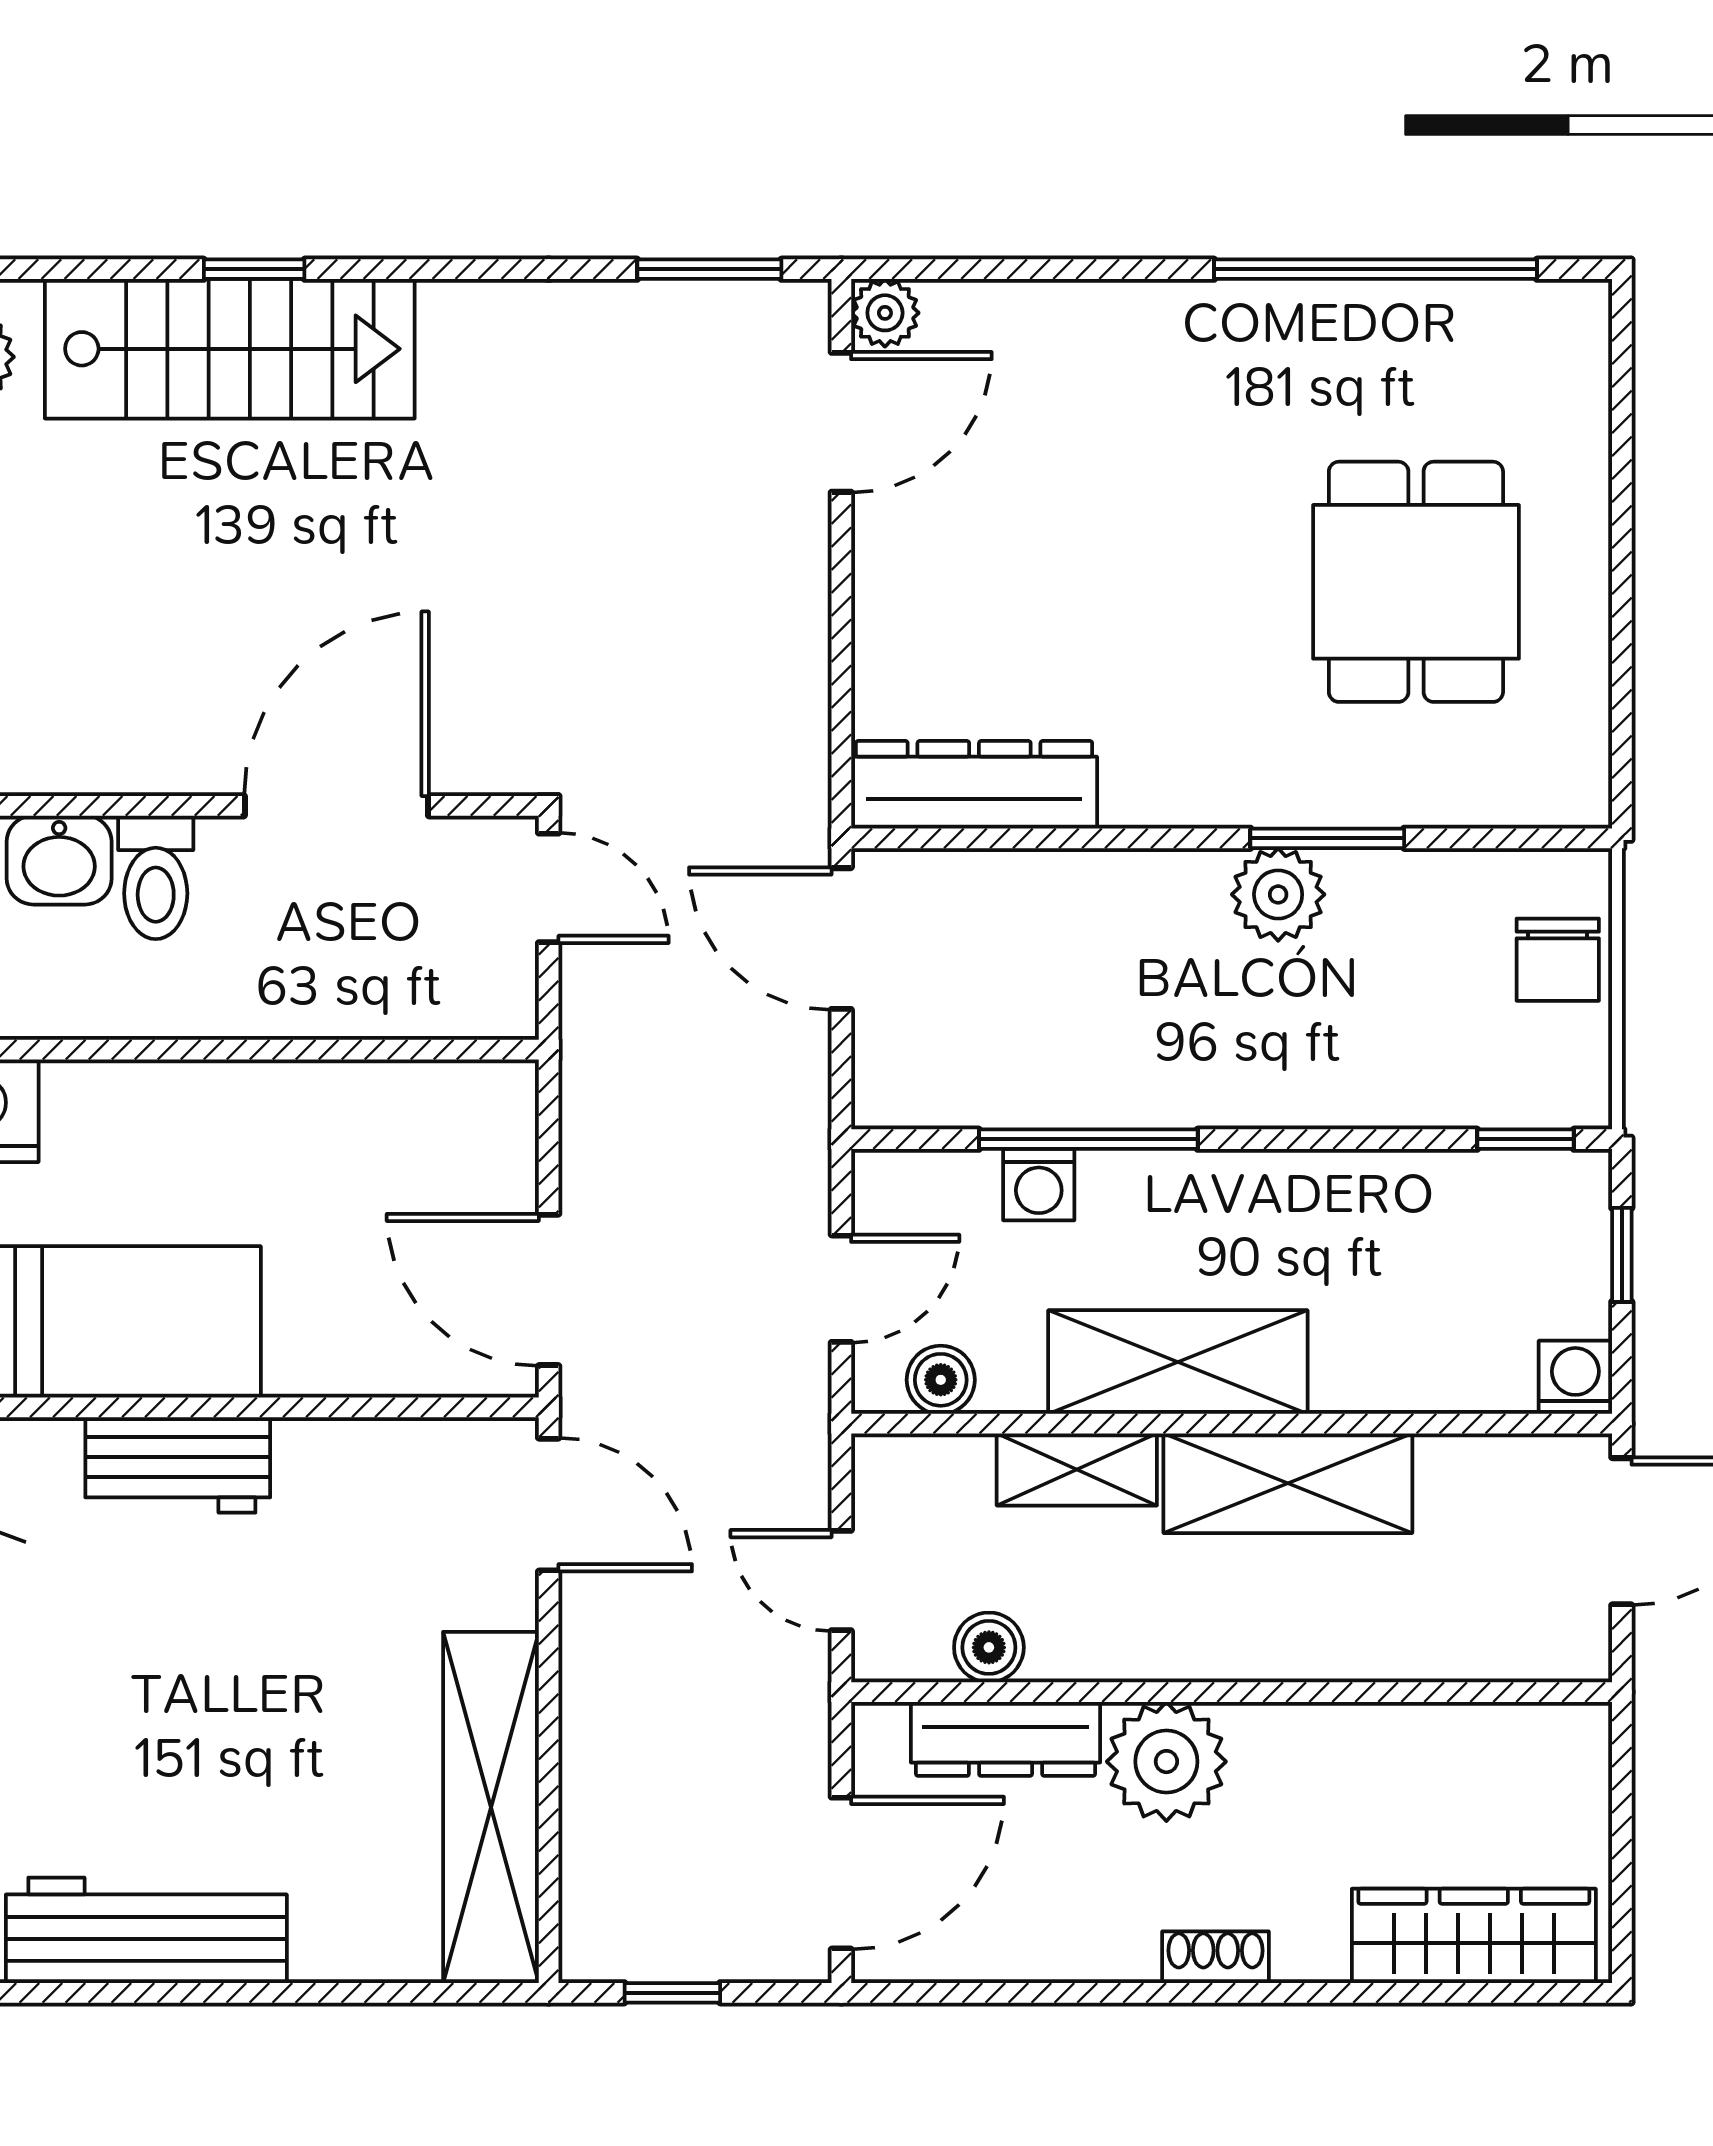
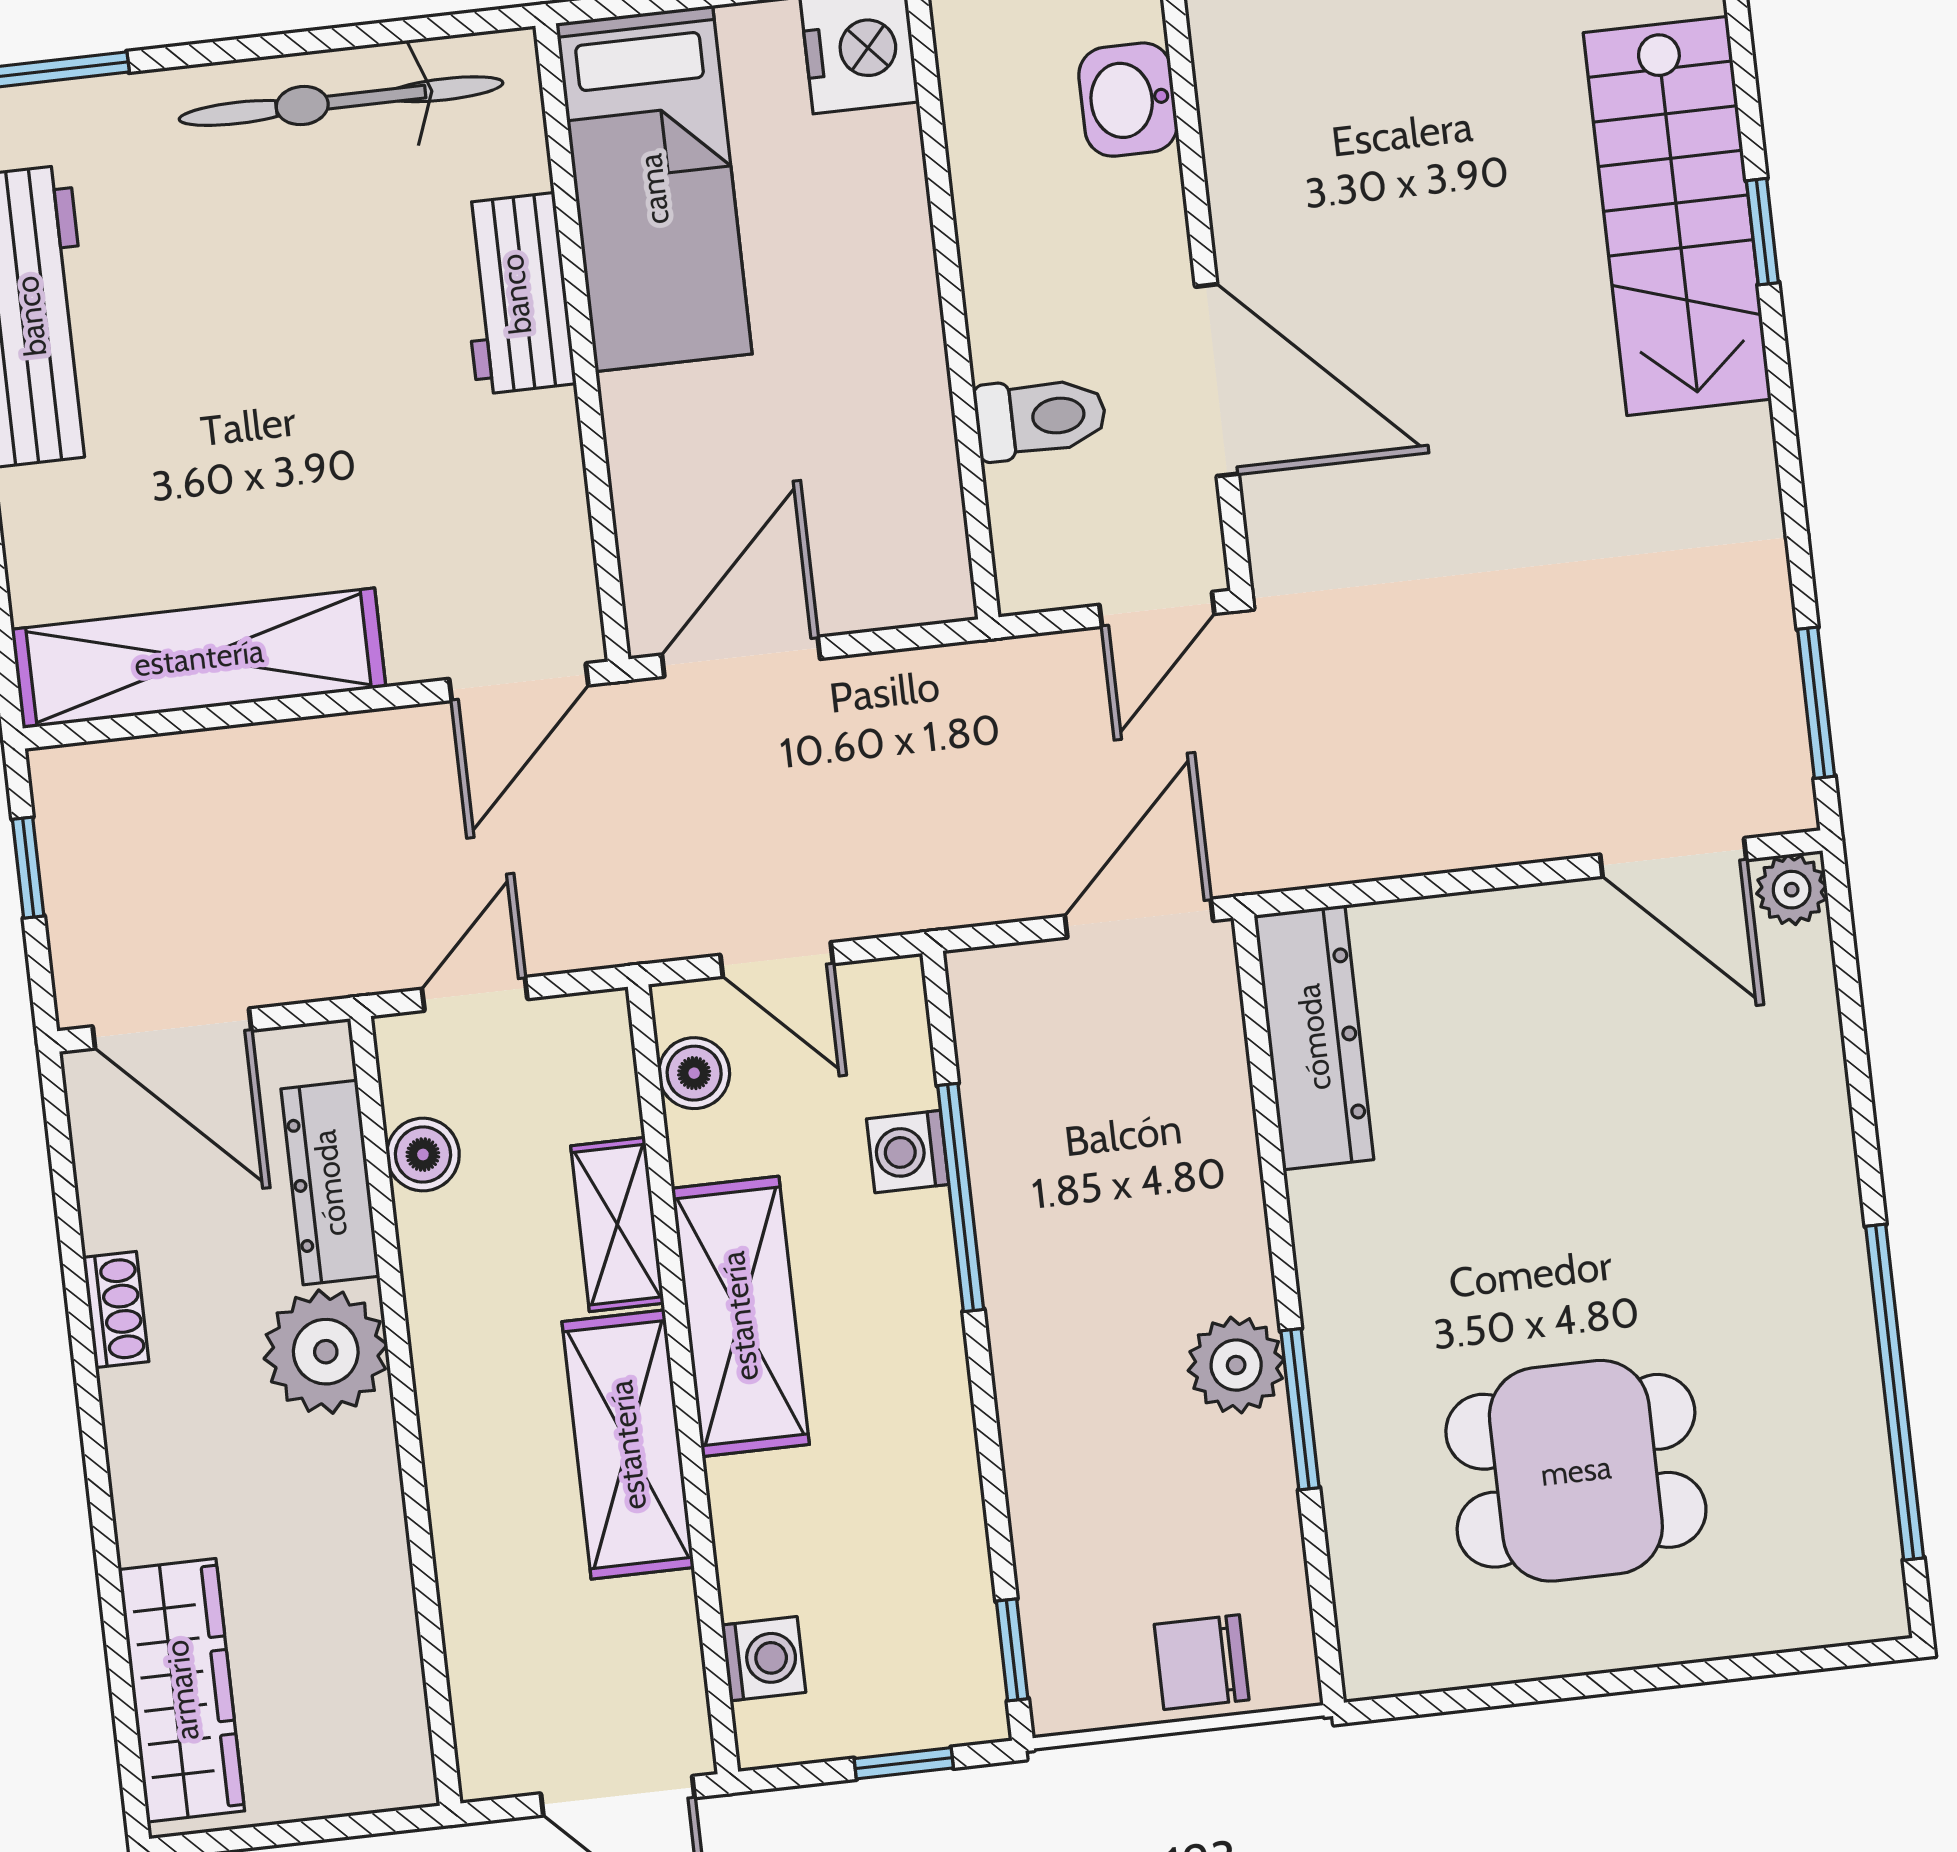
toilet: (156, 877) -> (1040, 418), moved, turned 180
washing machine: (1575, 1377) -> (763, 1659), moved
shoe rack: (1216, 1957) -> (116, 1309), moved

